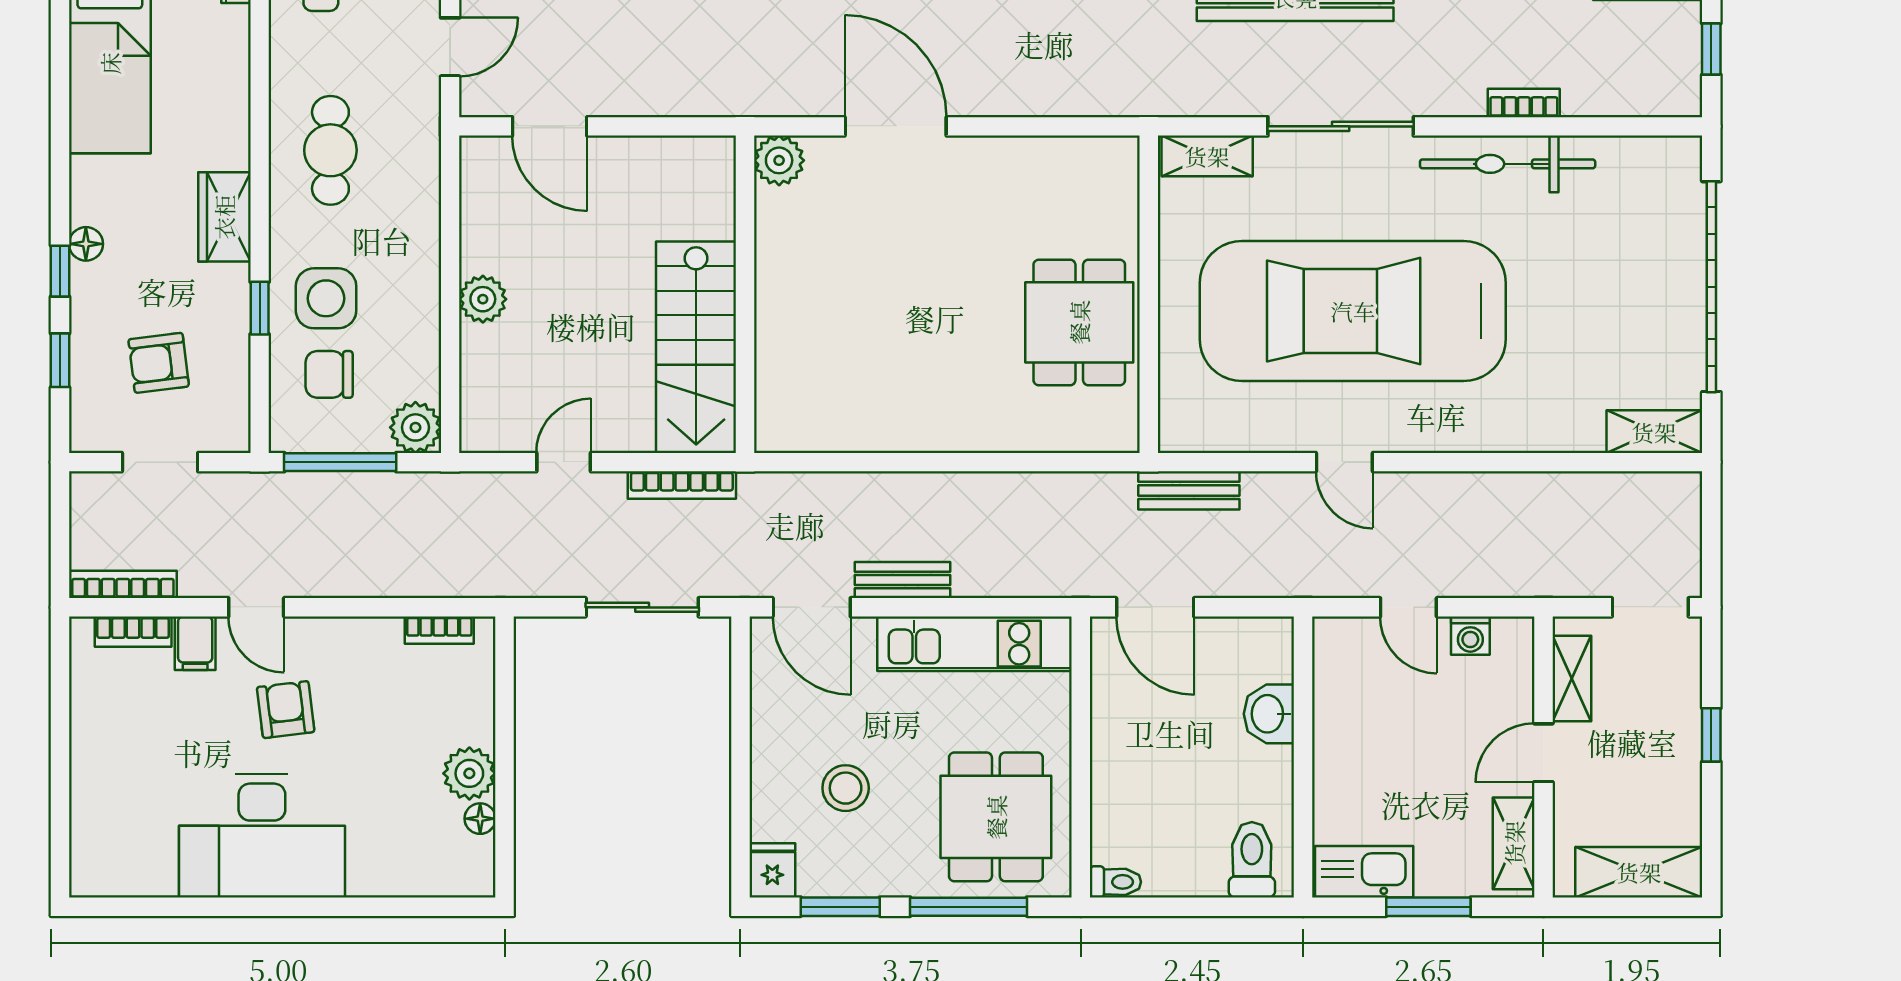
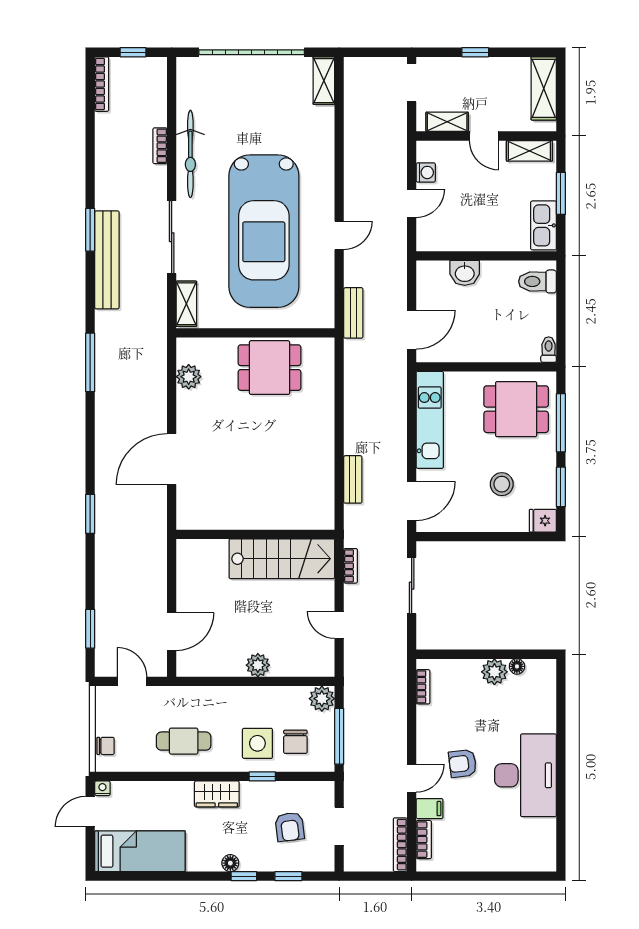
plant: (779, 160) -> (189, 377), moved
bookcase: (682, 485) -> (351, 566), width x0.64
bench: (902, 580) -> (353, 479), moved

